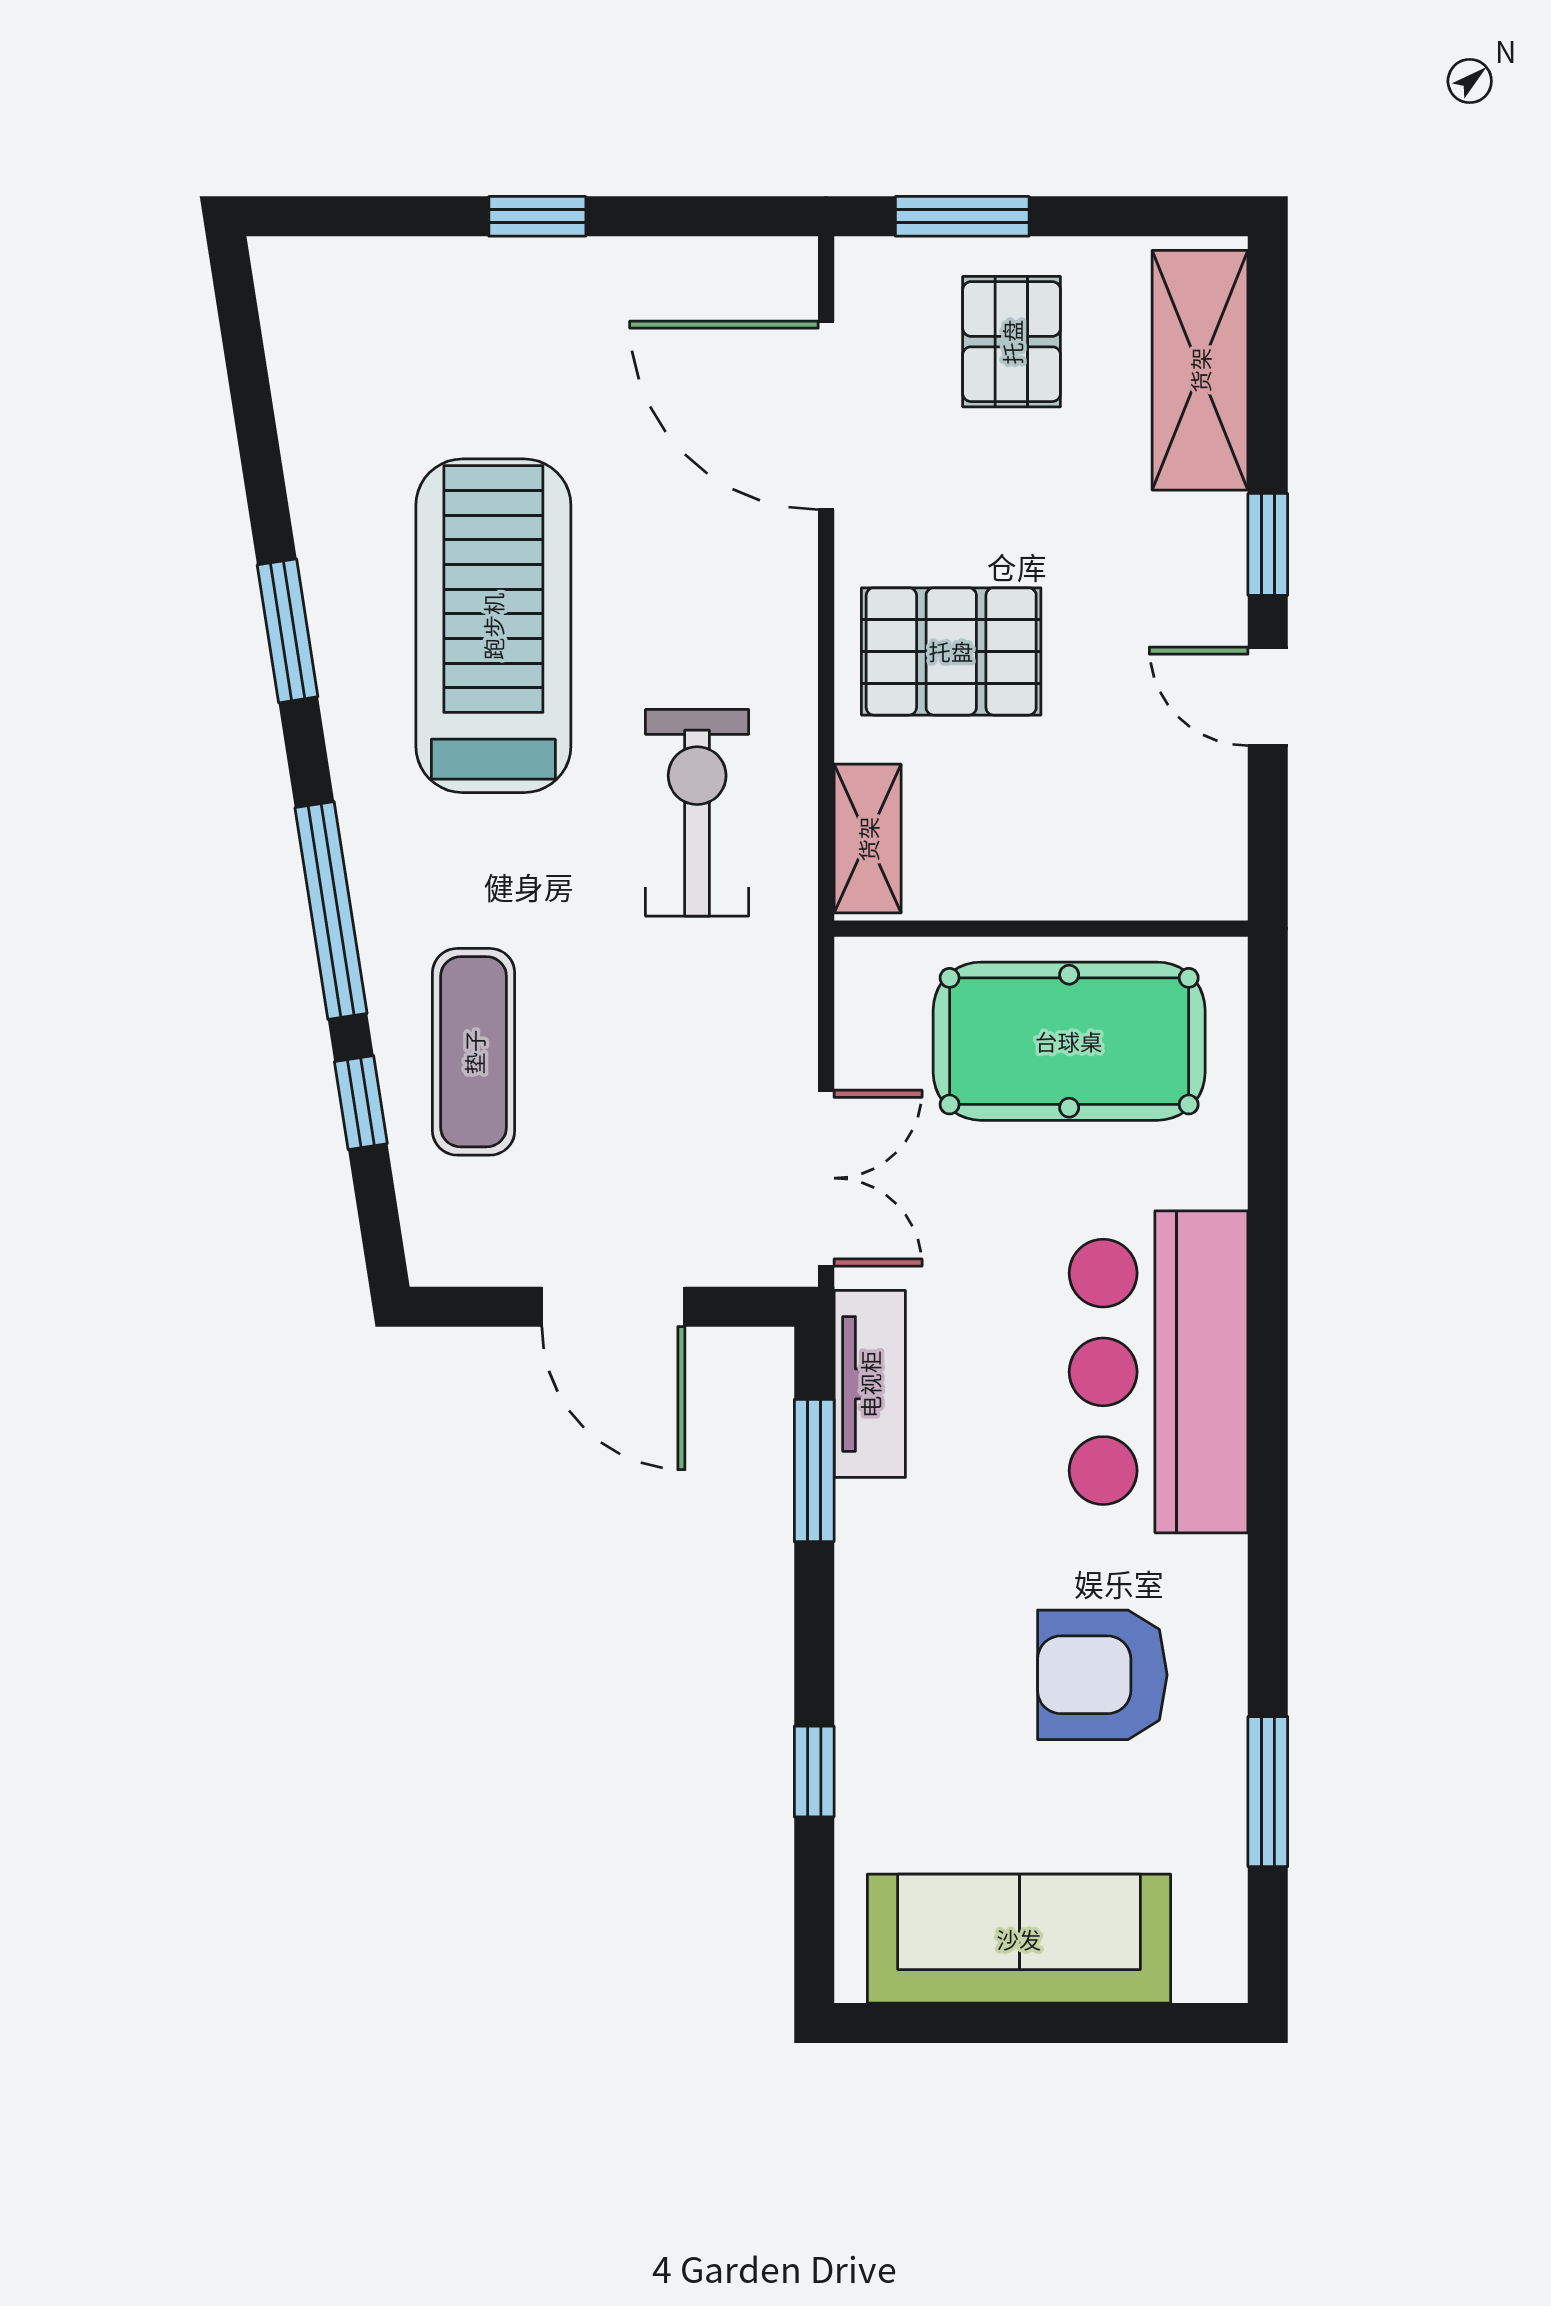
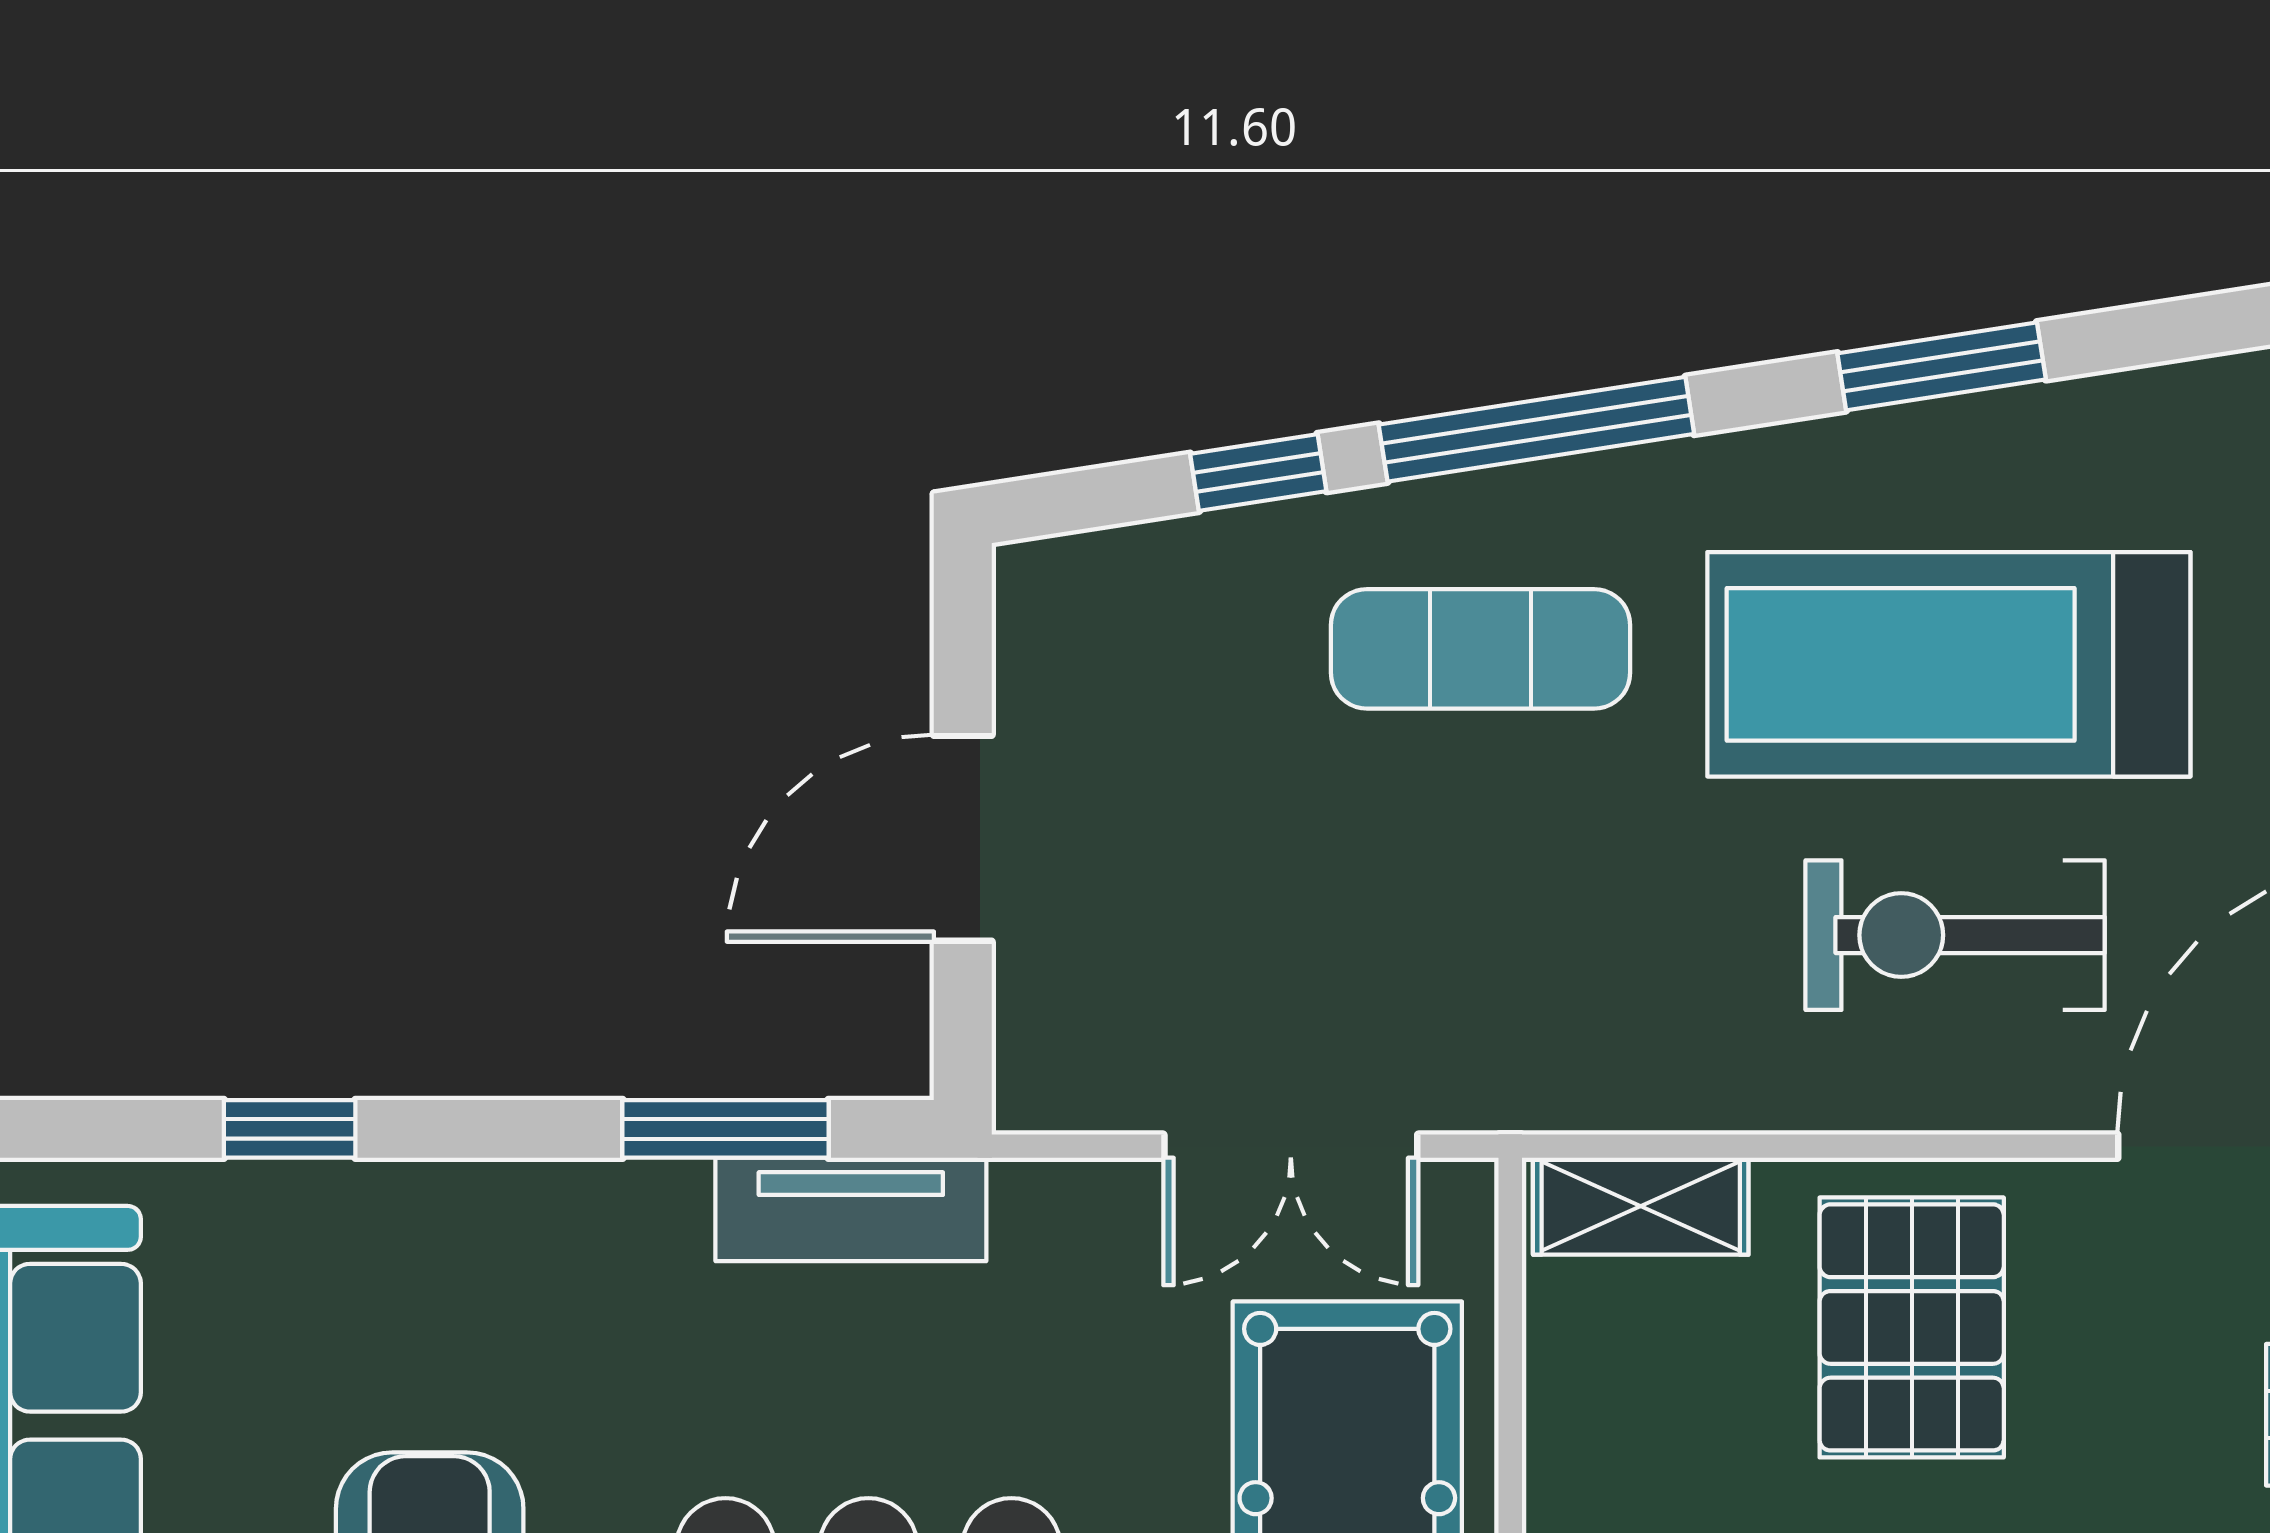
treadmill: (493, 626) -> (1949, 664), turned 180
exercise bike: (697, 813) -> (1955, 935), moved, turned 180
exercise mat: (474, 1052) -> (1480, 649), moved
double door: (826, 1178) -> (1291, 1146), moved

